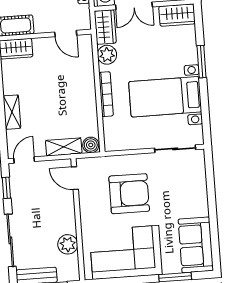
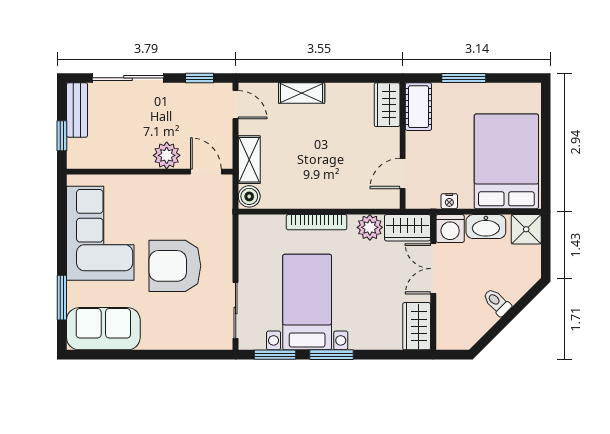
window: (201, 62) -> (332, 355), moved
window: (206, 117) -> (275, 355), added
door: (75, 178) -> (206, 172), hinge flipped
armchair: (129, 194) -> (175, 266), moved, turned 90
plant: (68, 244) -> (167, 155), moved

